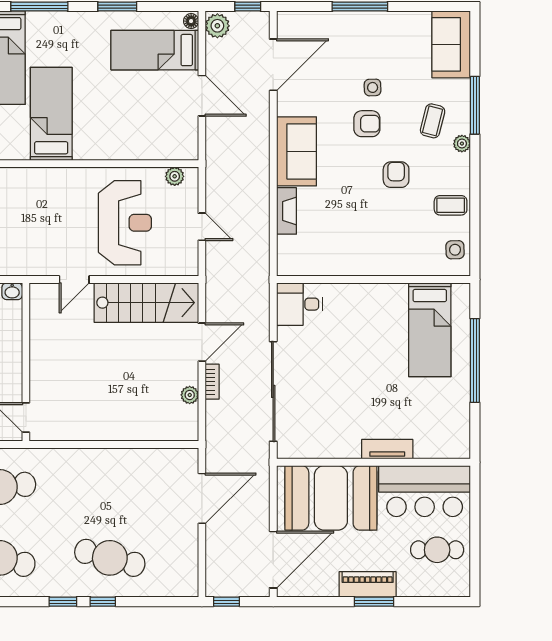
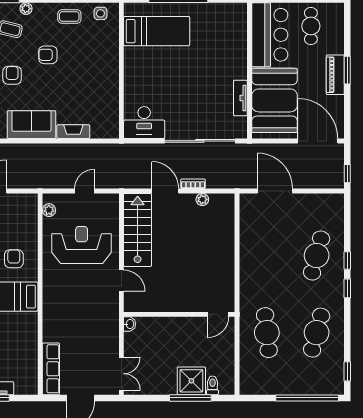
armchair: (105, 126) -> (14, 259), added
coffee table: (451, 205) -> (69, 17), turned 90
desk: (299, 304) -> (144, 123), width x1.37
tv unit: (387, 449) -> (240, 98), moved

